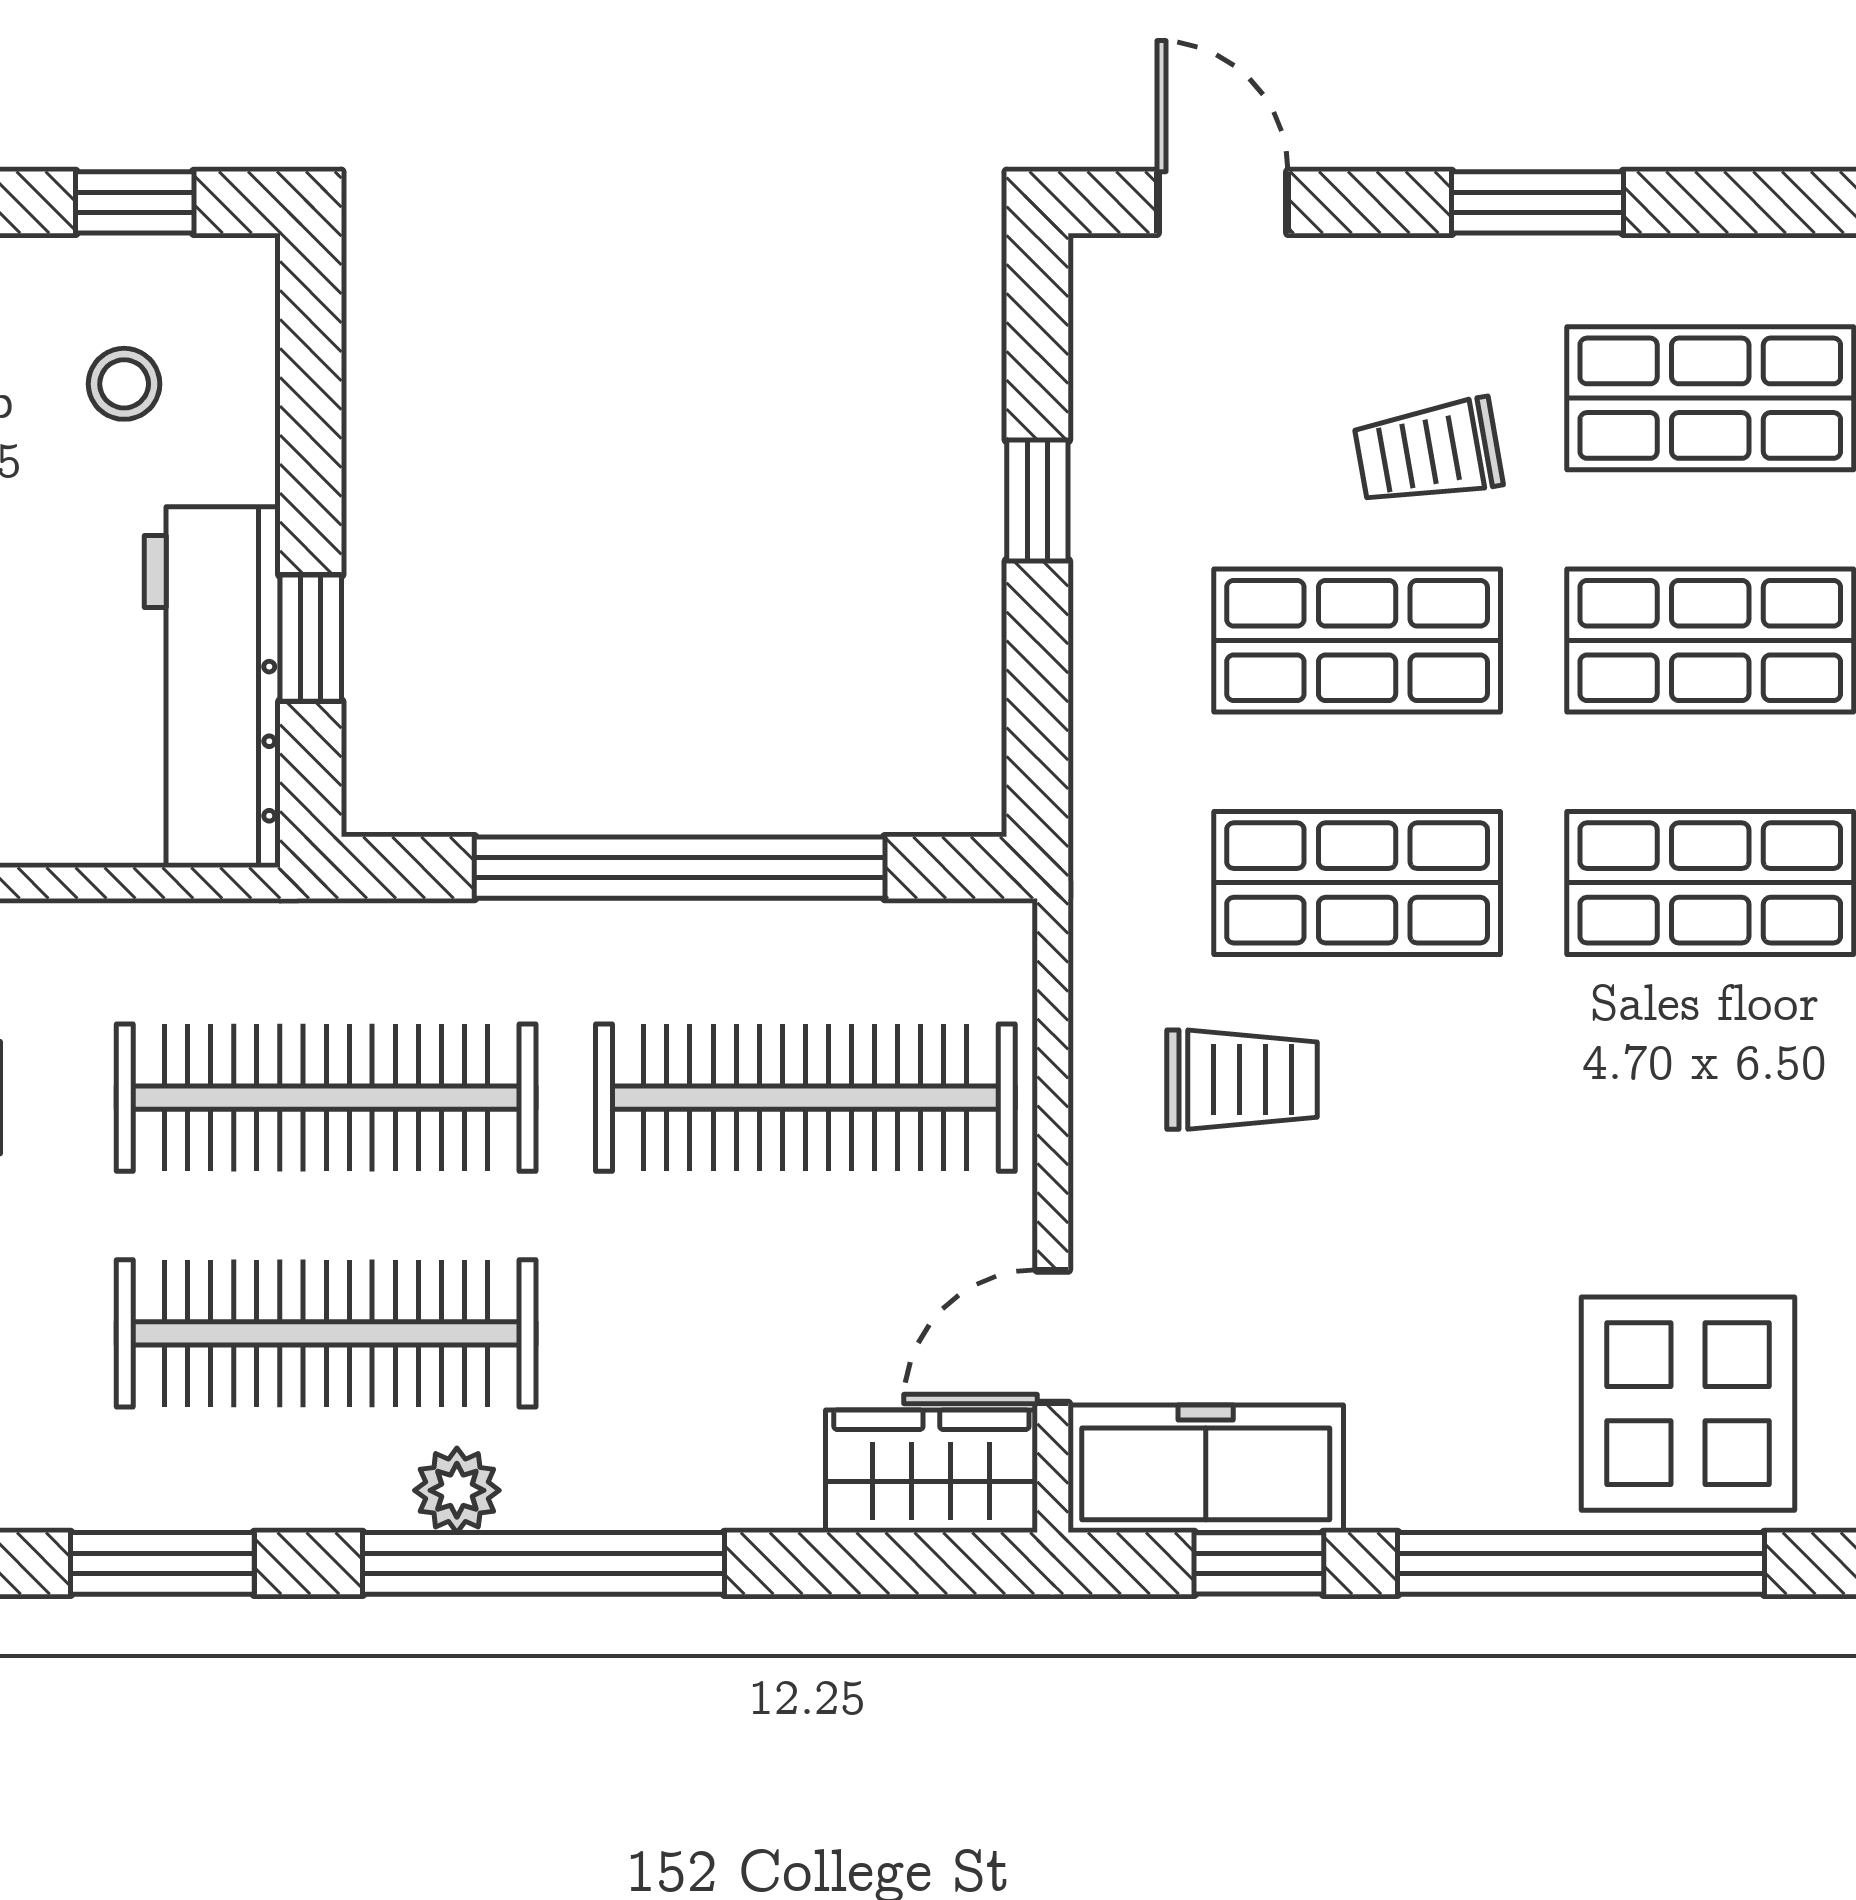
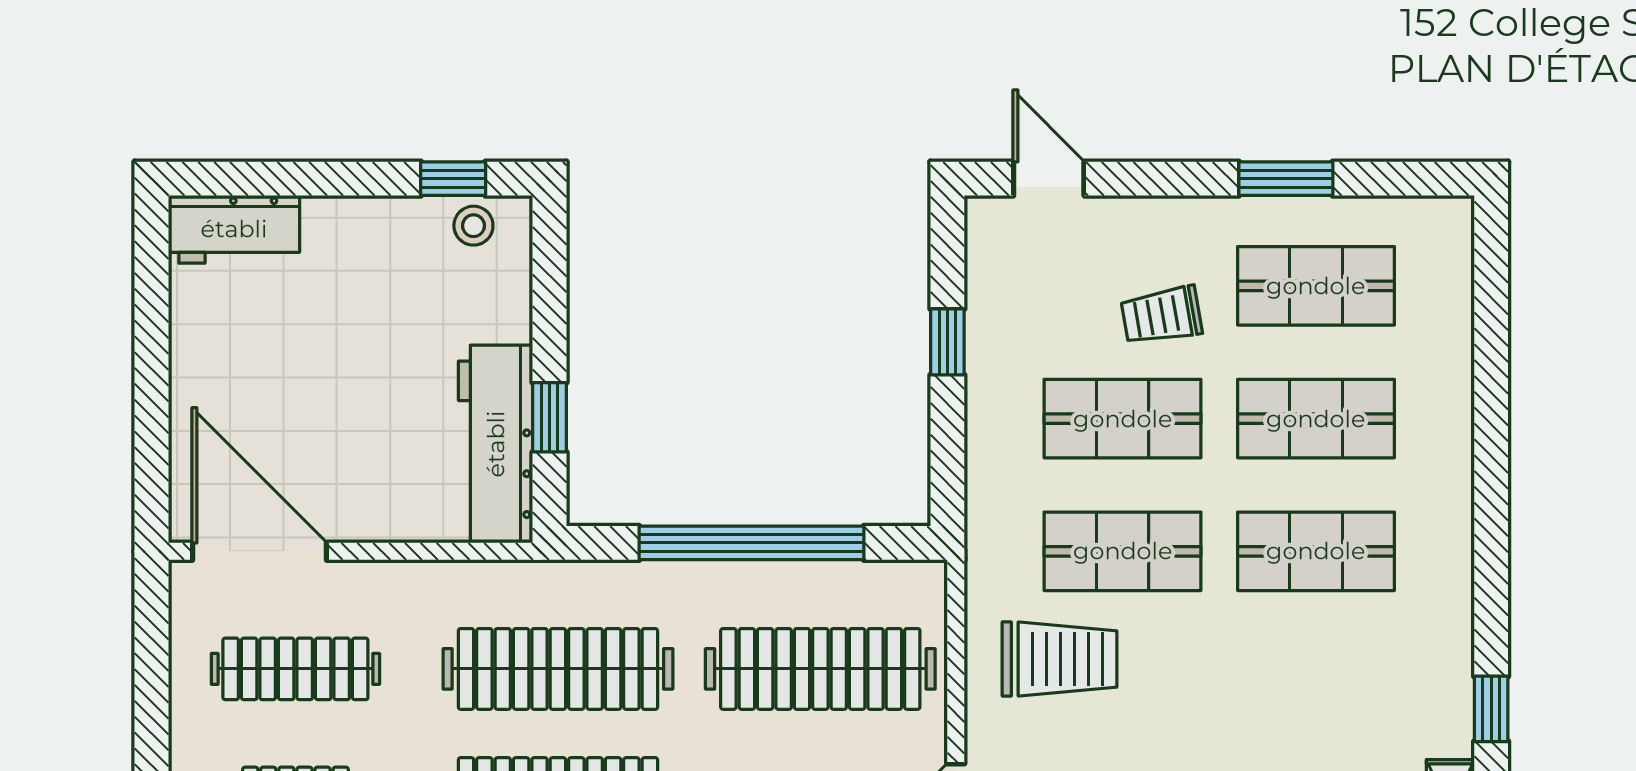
window: (1537, 202) -> (1286, 179), moved
stool: (124, 384) -> (473, 226), moved
trolley: (1242, 1080) -> (1059, 659), width x1.36, depth x1.39

